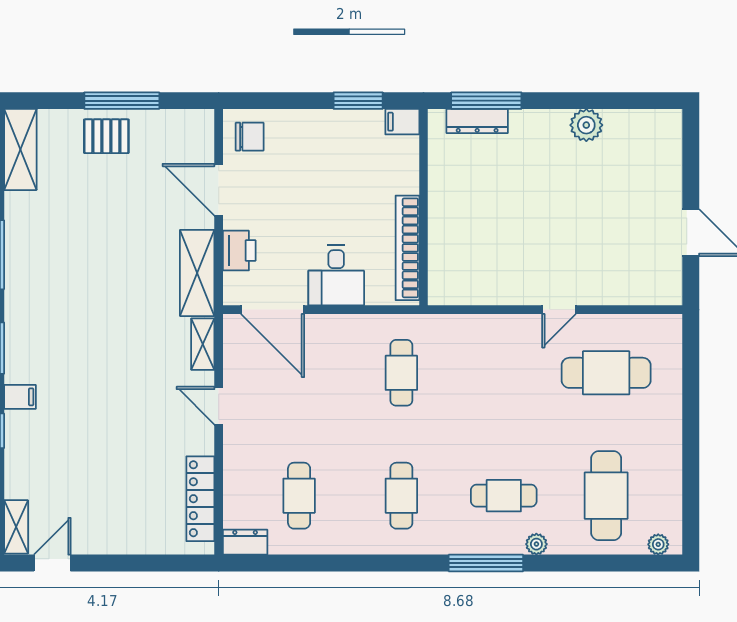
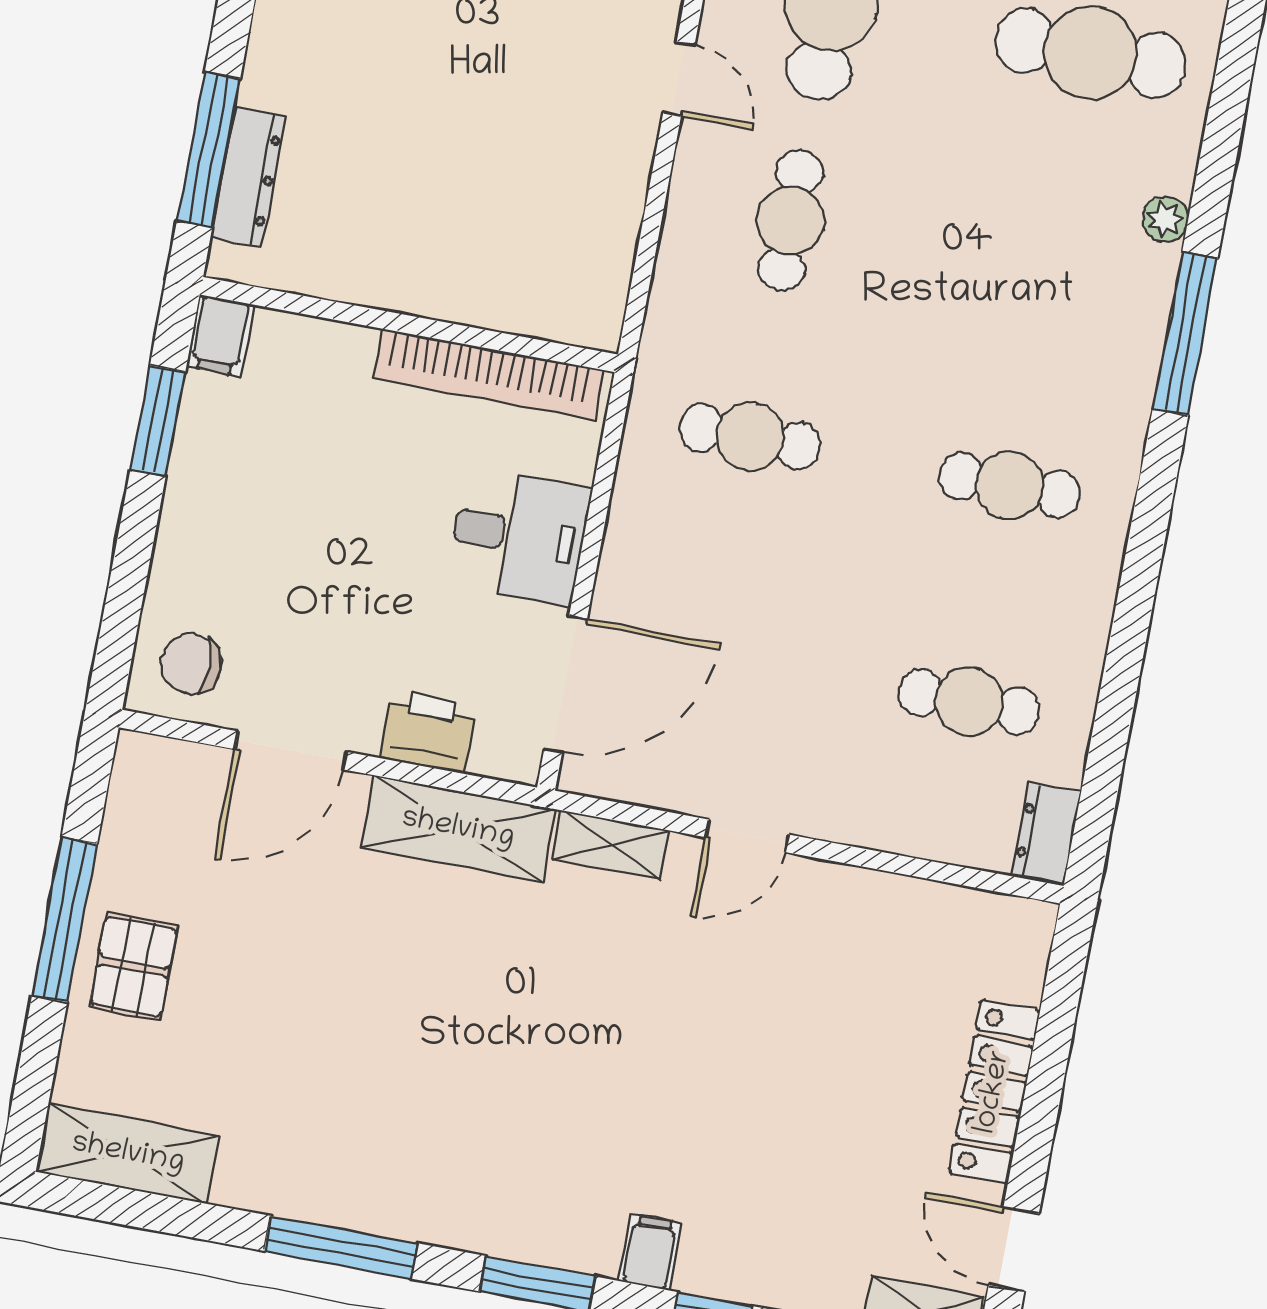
chair: (250, 137) -> (191, 664), turned -90
cafe table: (504, 496) -> (791, 220), moved
locker: (200, 499) -> (994, 1092), moved, turned 90

